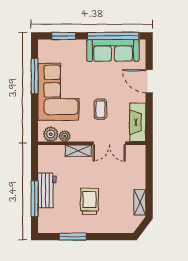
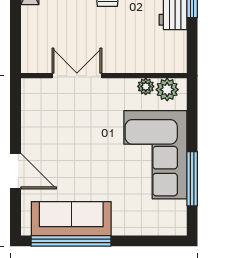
window: (64, 36) -> (147, 241), removed
coffee table: (101, 109) -> (90, 128), removed
fireplace: (138, 122) -> (33, 108), removed
shelving: (78, 151) -> (125, 64), removed

